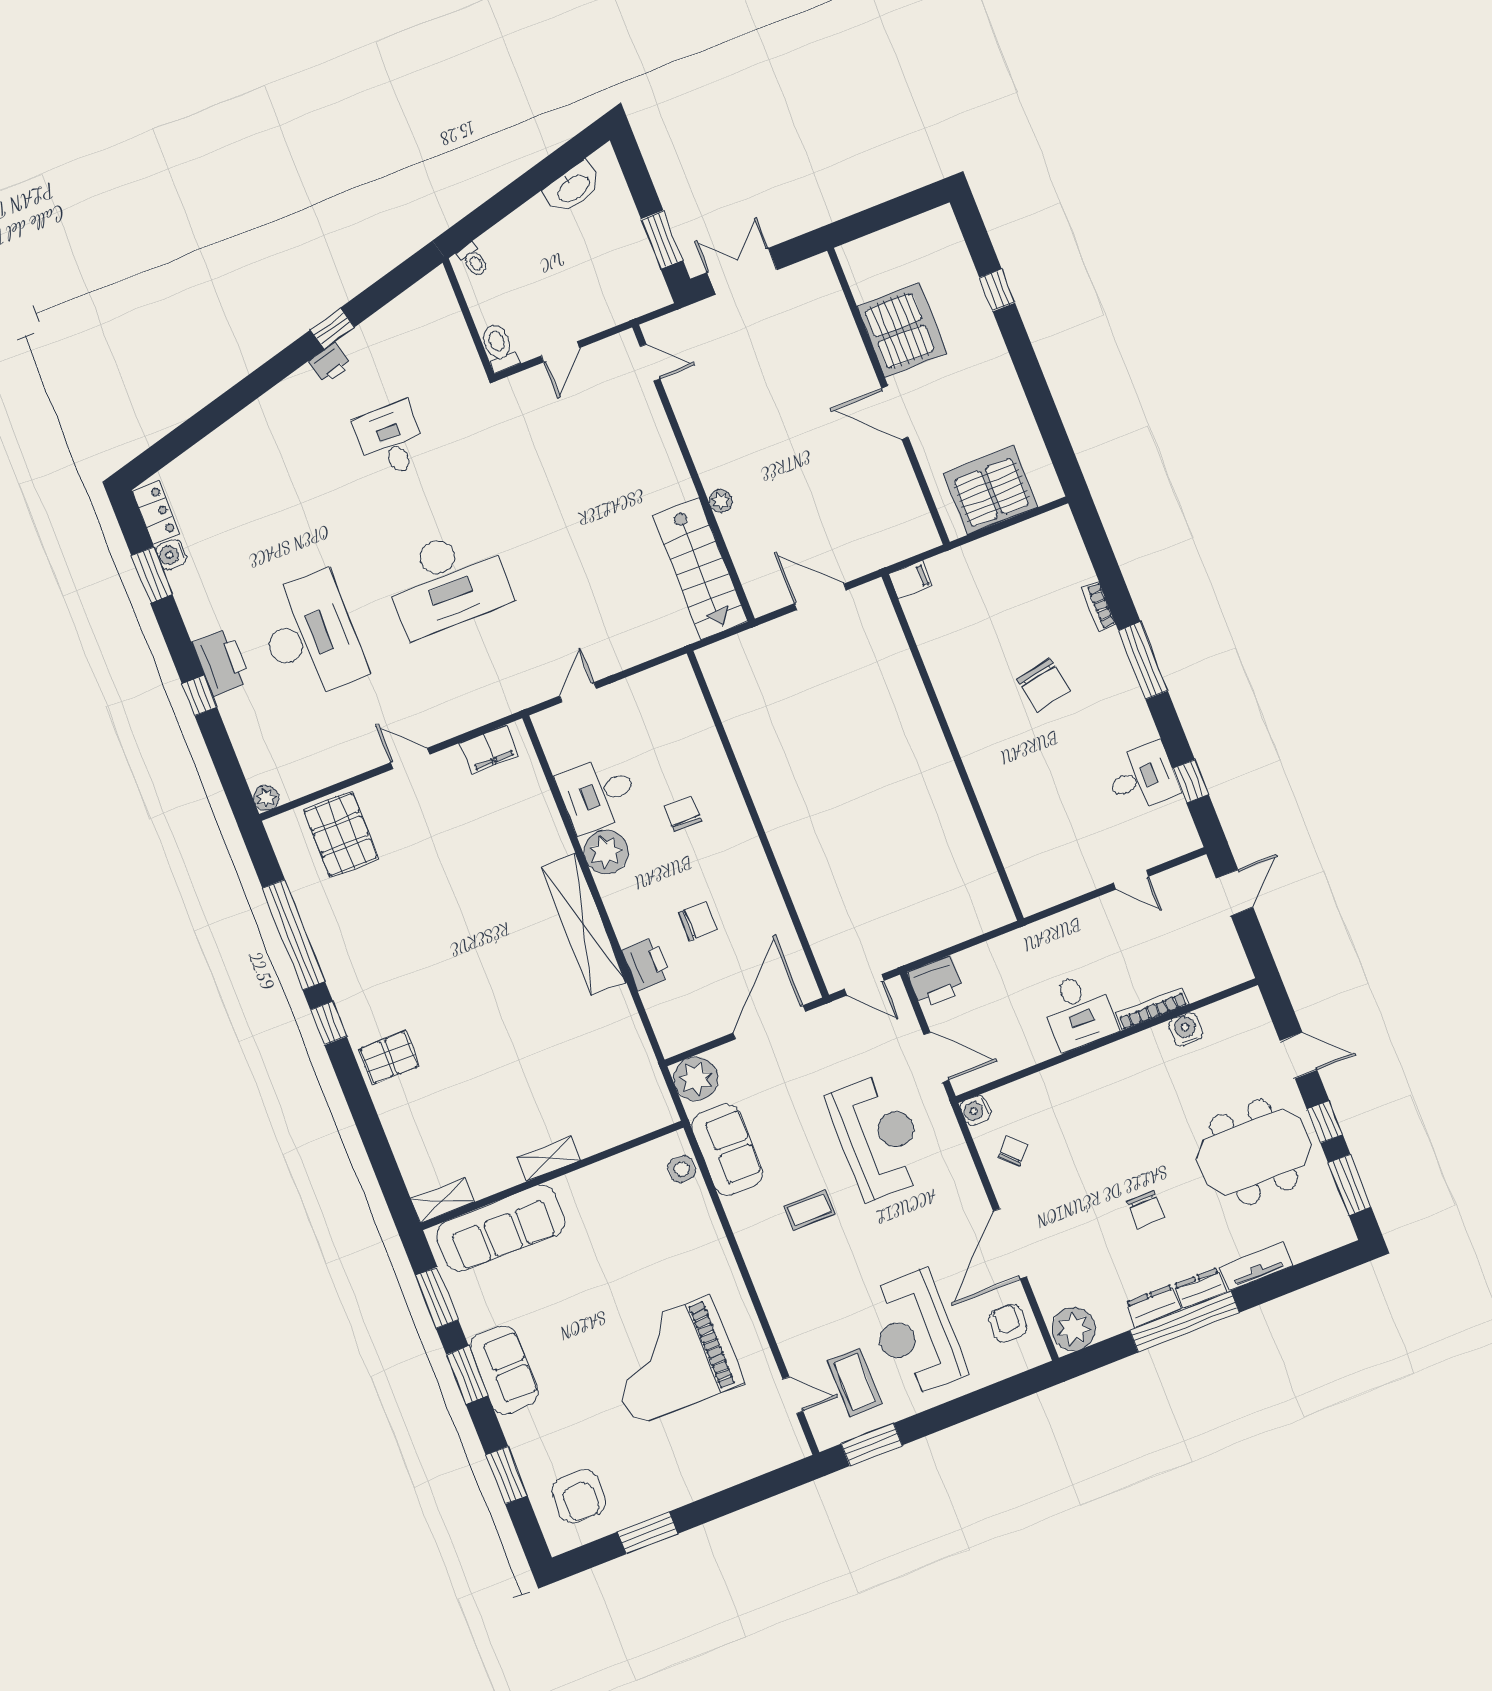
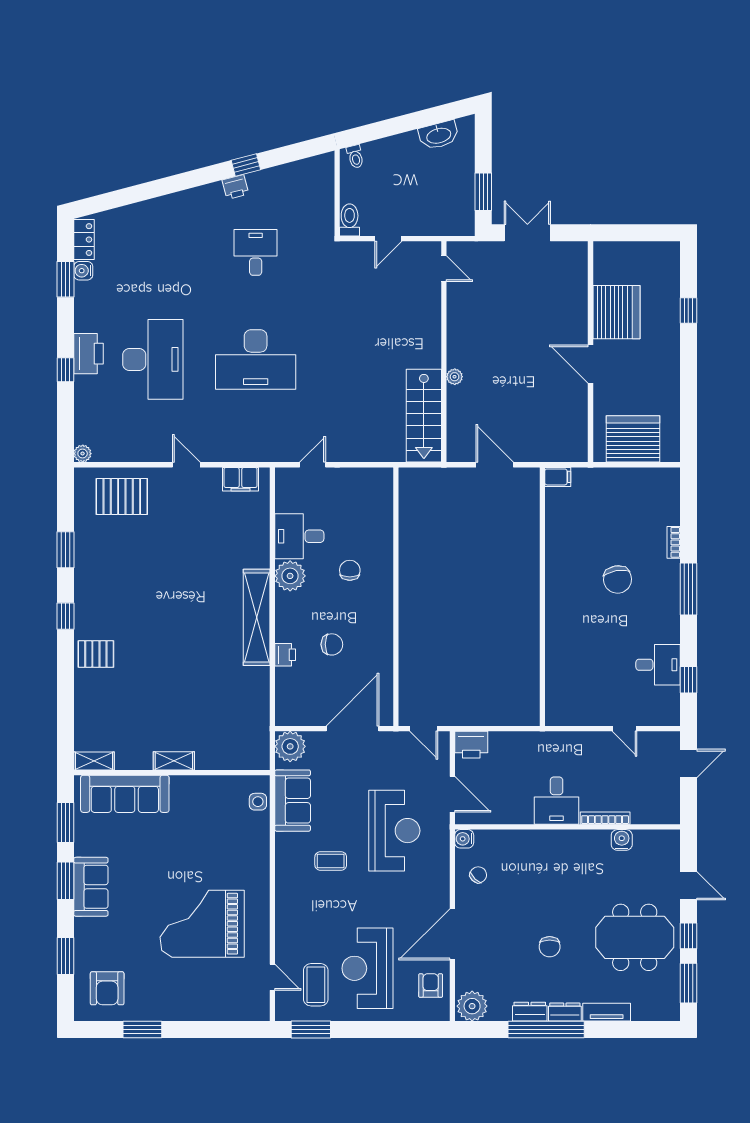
pallet: (341, 834) -> (122, 496), turned 90
window: (294, 935) -> (65, 550), width x0.47
printer: (646, 964) -> (285, 655), width x0.73, depth x0.81

